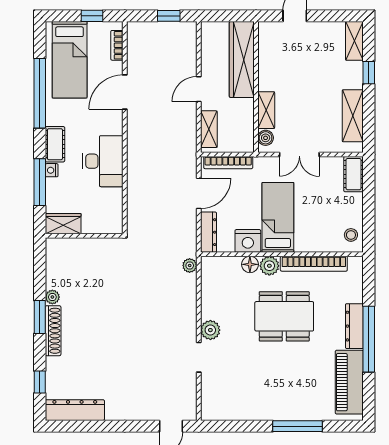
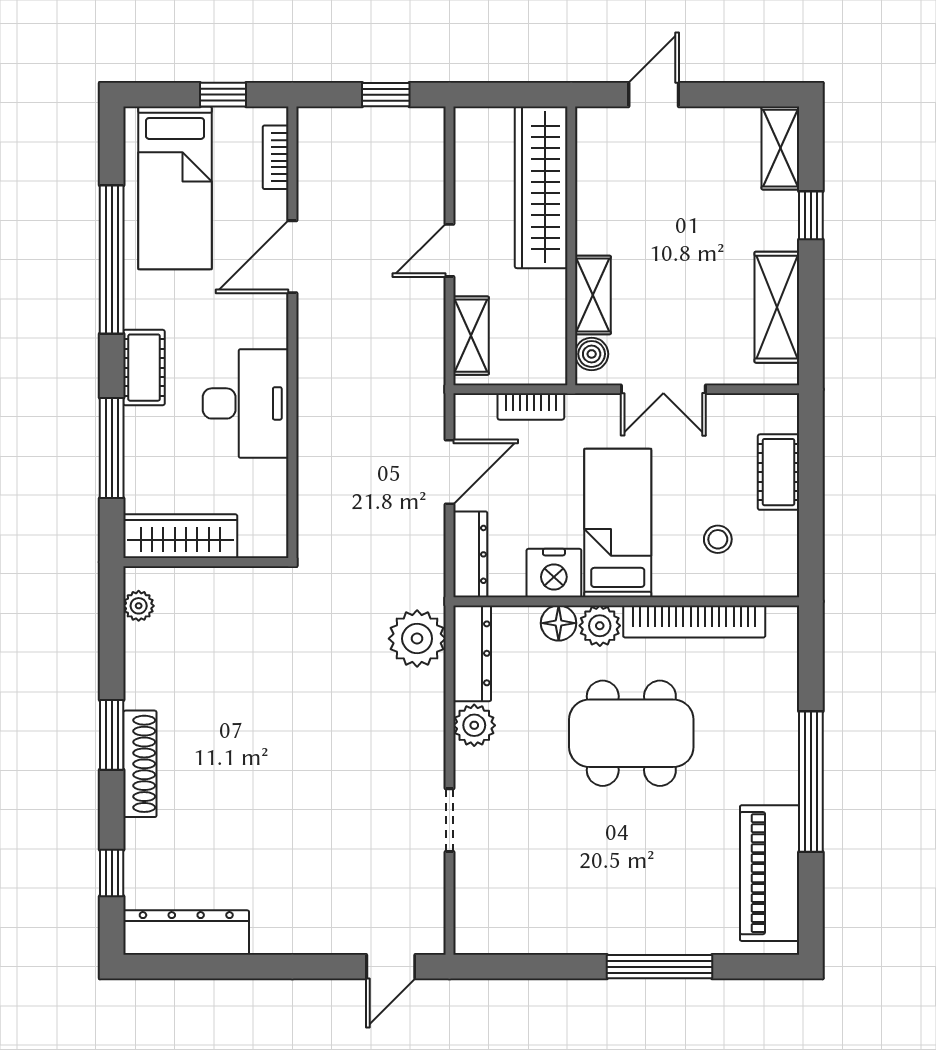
bookcase: (228, 163) -> (531, 406), width x0.64
nightstand: (52, 170) -> (137, 423), removed
cot: (354, 174) -> (779, 472), moved
wardrobe: (63, 224) -> (180, 536), width x1.50
stool: (351, 235) -> (718, 539), moved
plant: (190, 265) -> (417, 639), width x1.88, depth x1.88
plant: (52, 297) -> (139, 606), moved
dresser: (354, 326) -> (472, 653), moved, turned 180
plant: (210, 330) -> (474, 725), moved

